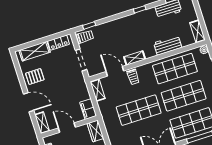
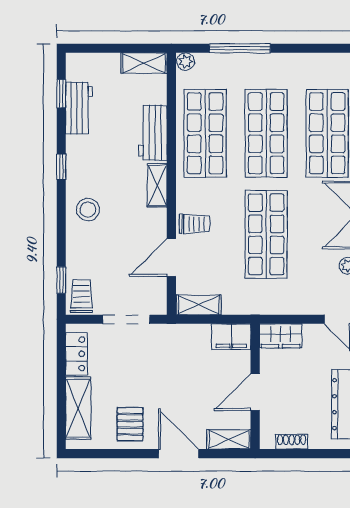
stool: (124, 27) -> (88, 209), added
shelving: (135, 58) -> (157, 185), moved
door: (29, 102) -> (179, 454), hinge flipped

